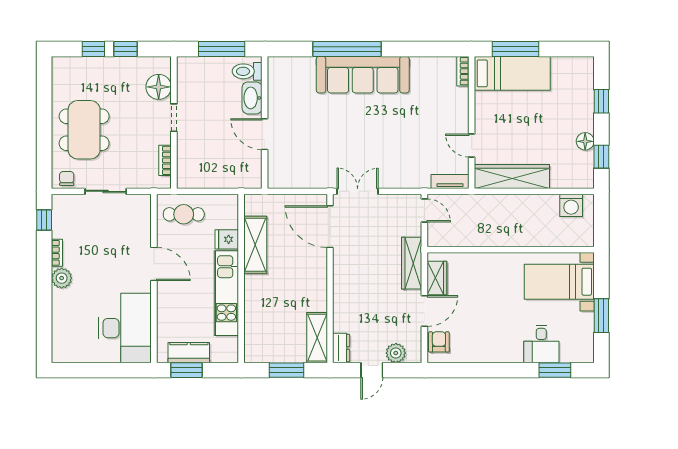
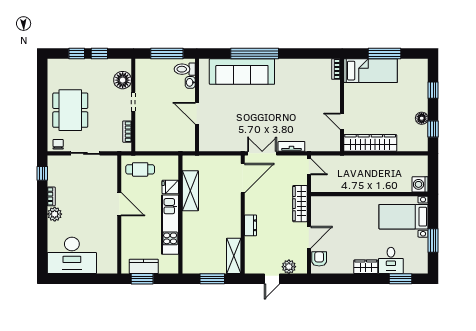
window: (516, 49) -> (385, 54), moved
sofa: (363, 75) -> (242, 71), moved
washbasin: (252, 98) -> (190, 82), width x0.52, depth x0.69
tv unit: (450, 182) -> (291, 146), moved
washing machine: (571, 205) -> (420, 184), moved, turned 90
door: (330, 227) -> (243, 178), swing flipped
wardrobe: (437, 278) -> (366, 267), moved, turned -90
desk: (125, 328) -> (72, 255), moved, turned 90
dresser: (341, 348) -> (251, 225), moved

